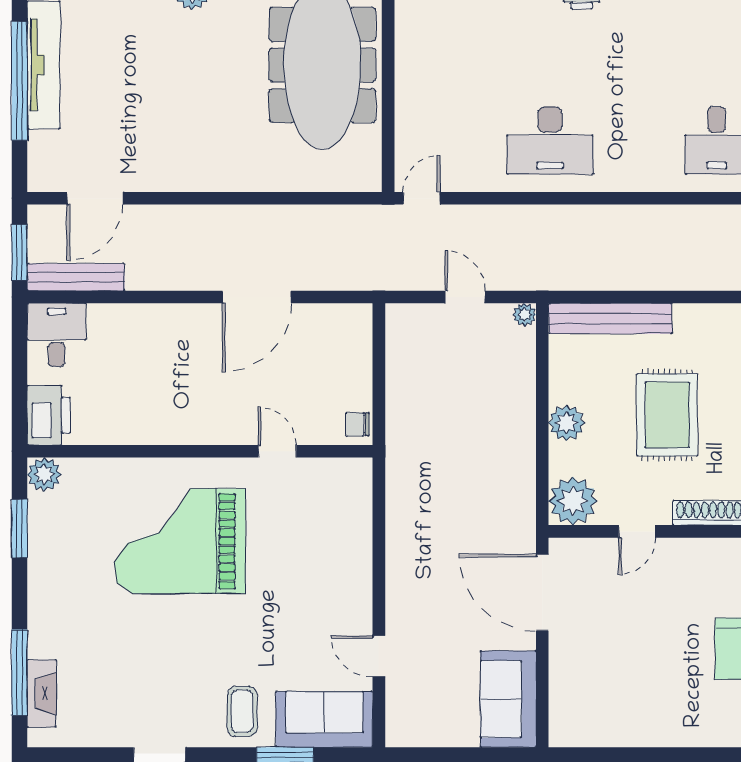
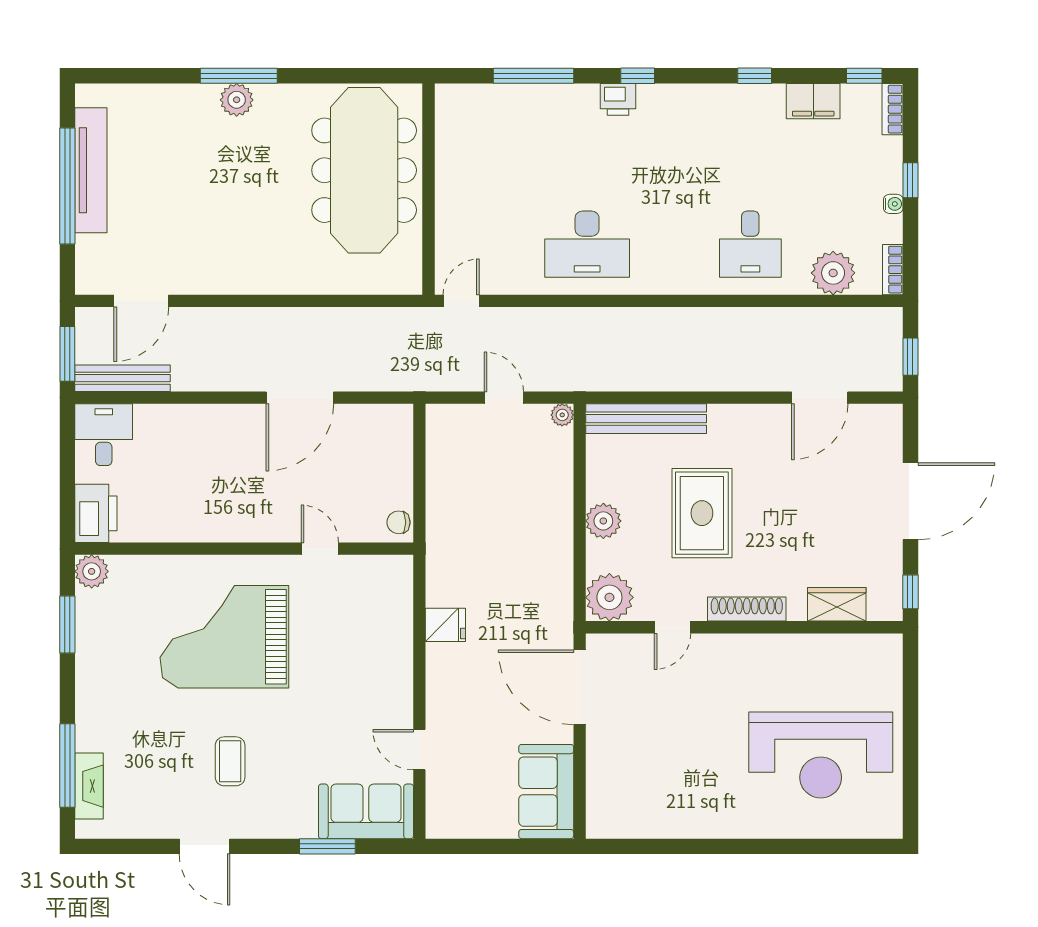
fridge: (405, 529) -> (445, 625), added
coffee table: (242, 711) -> (230, 761), moved

